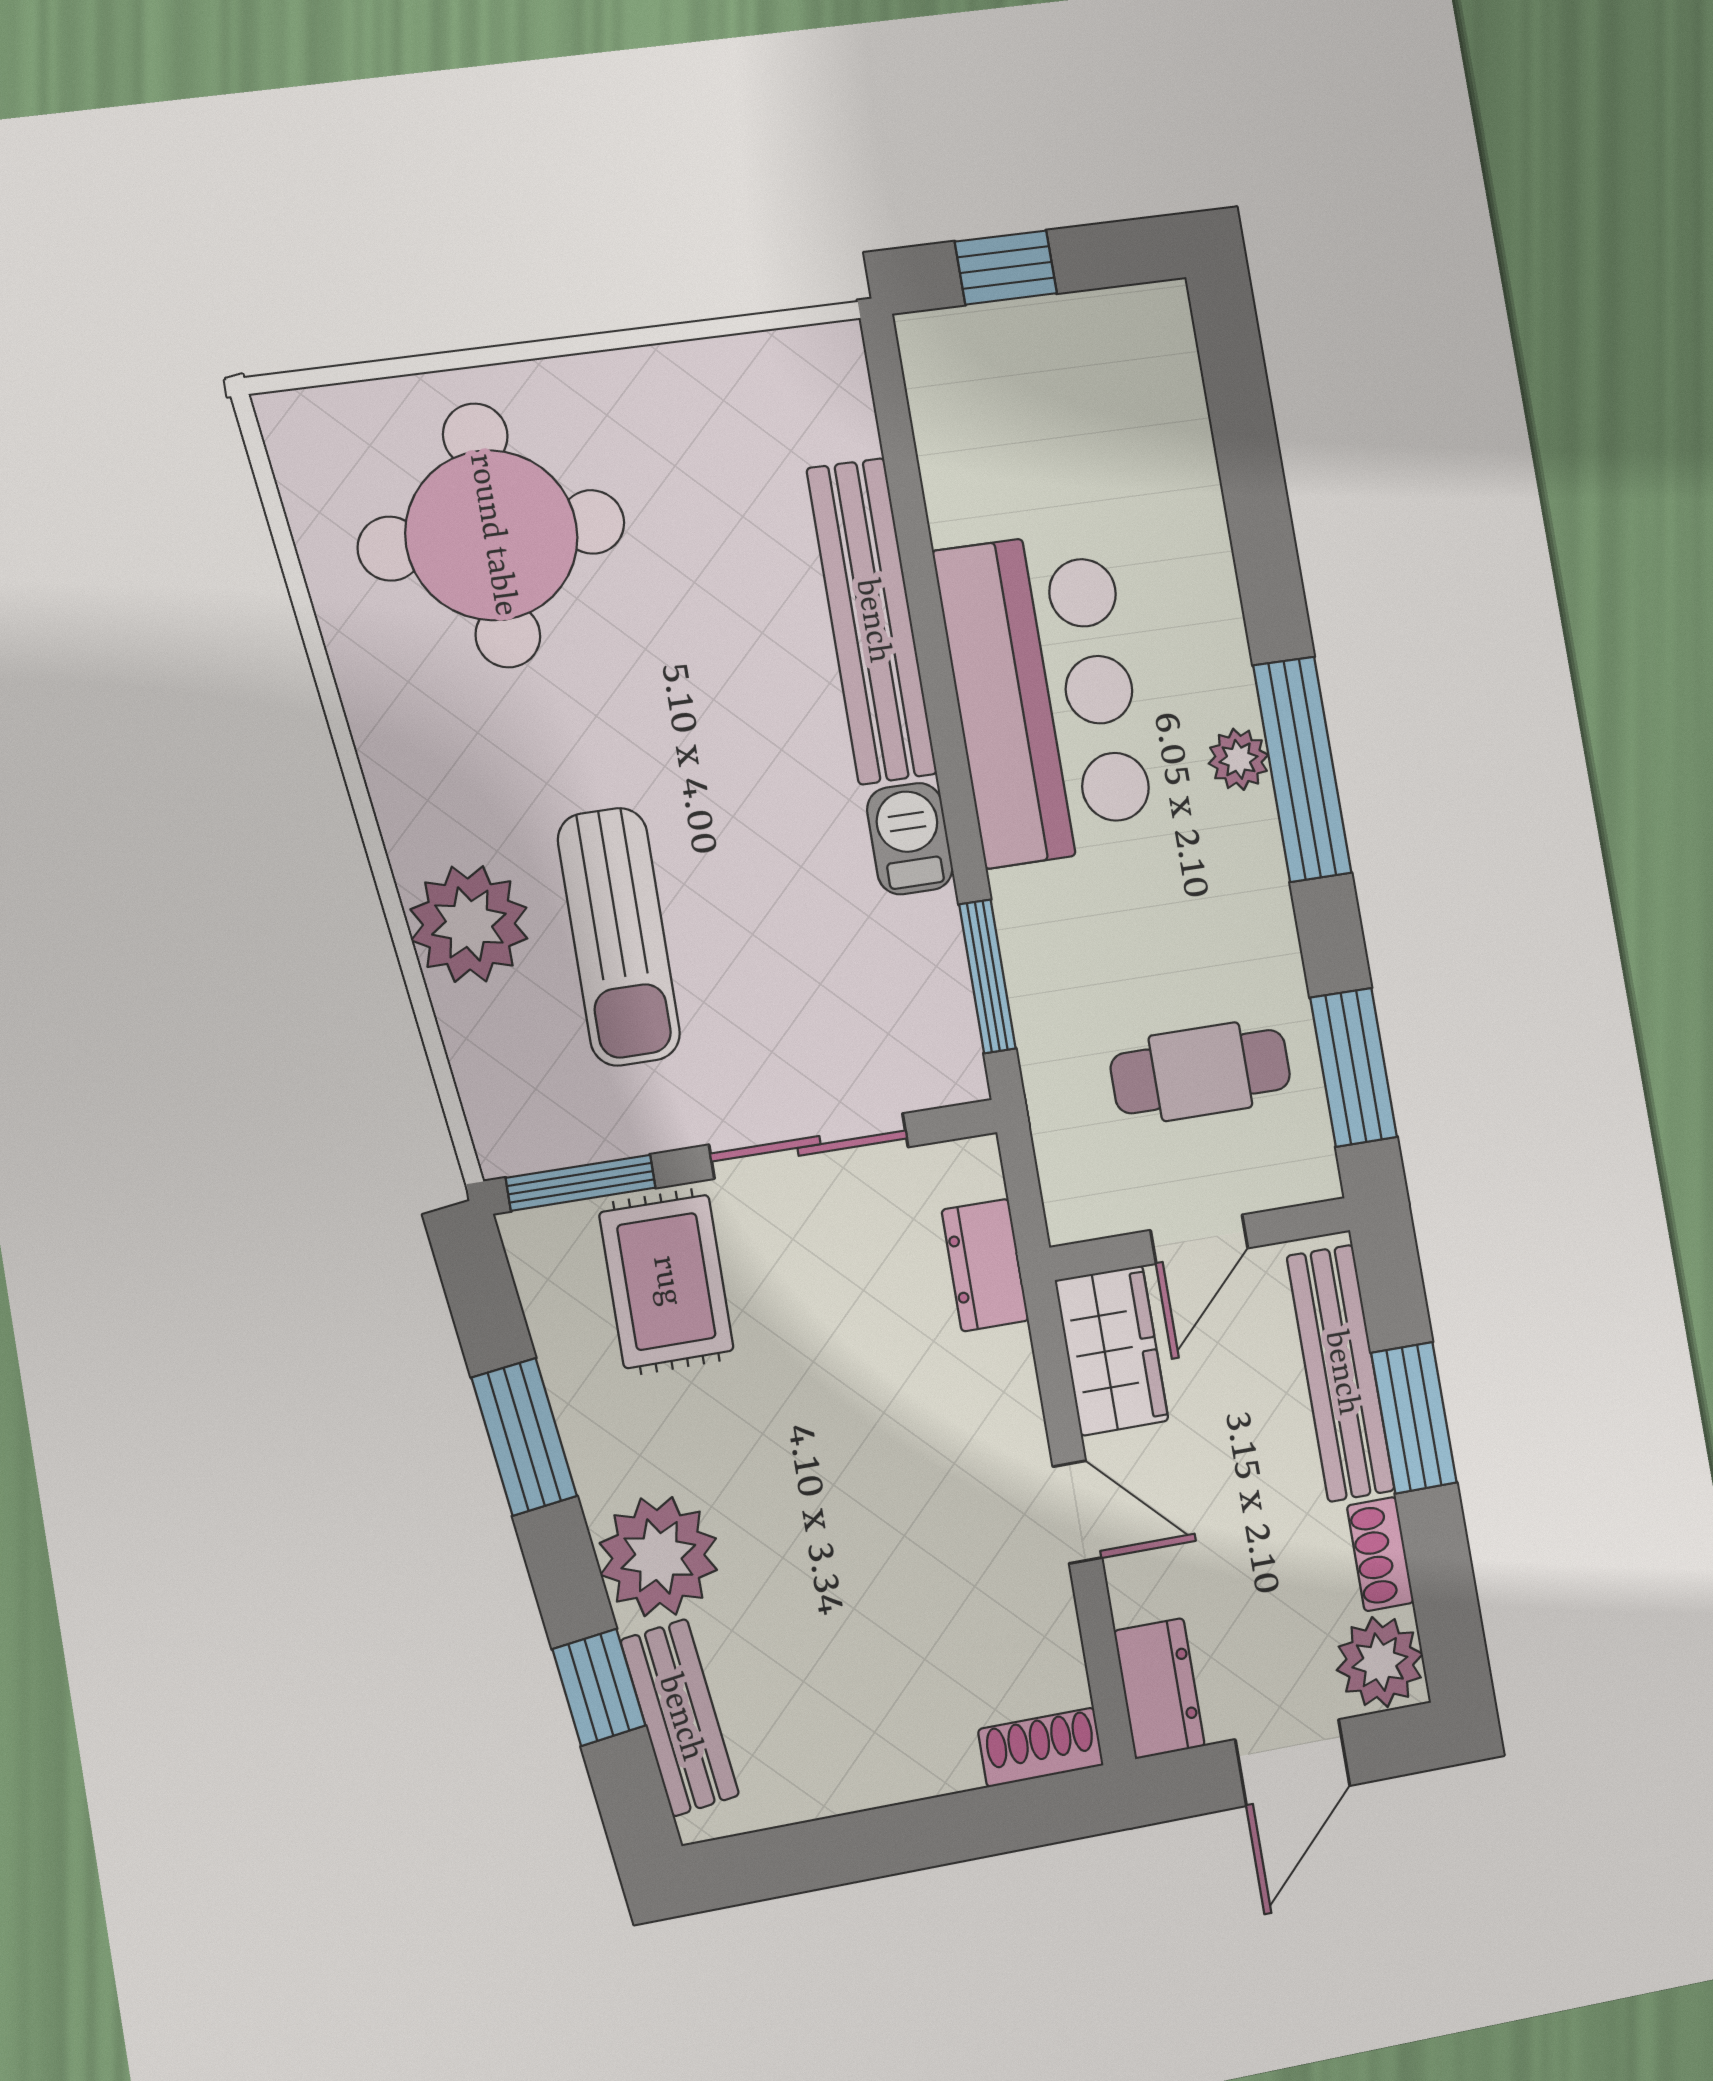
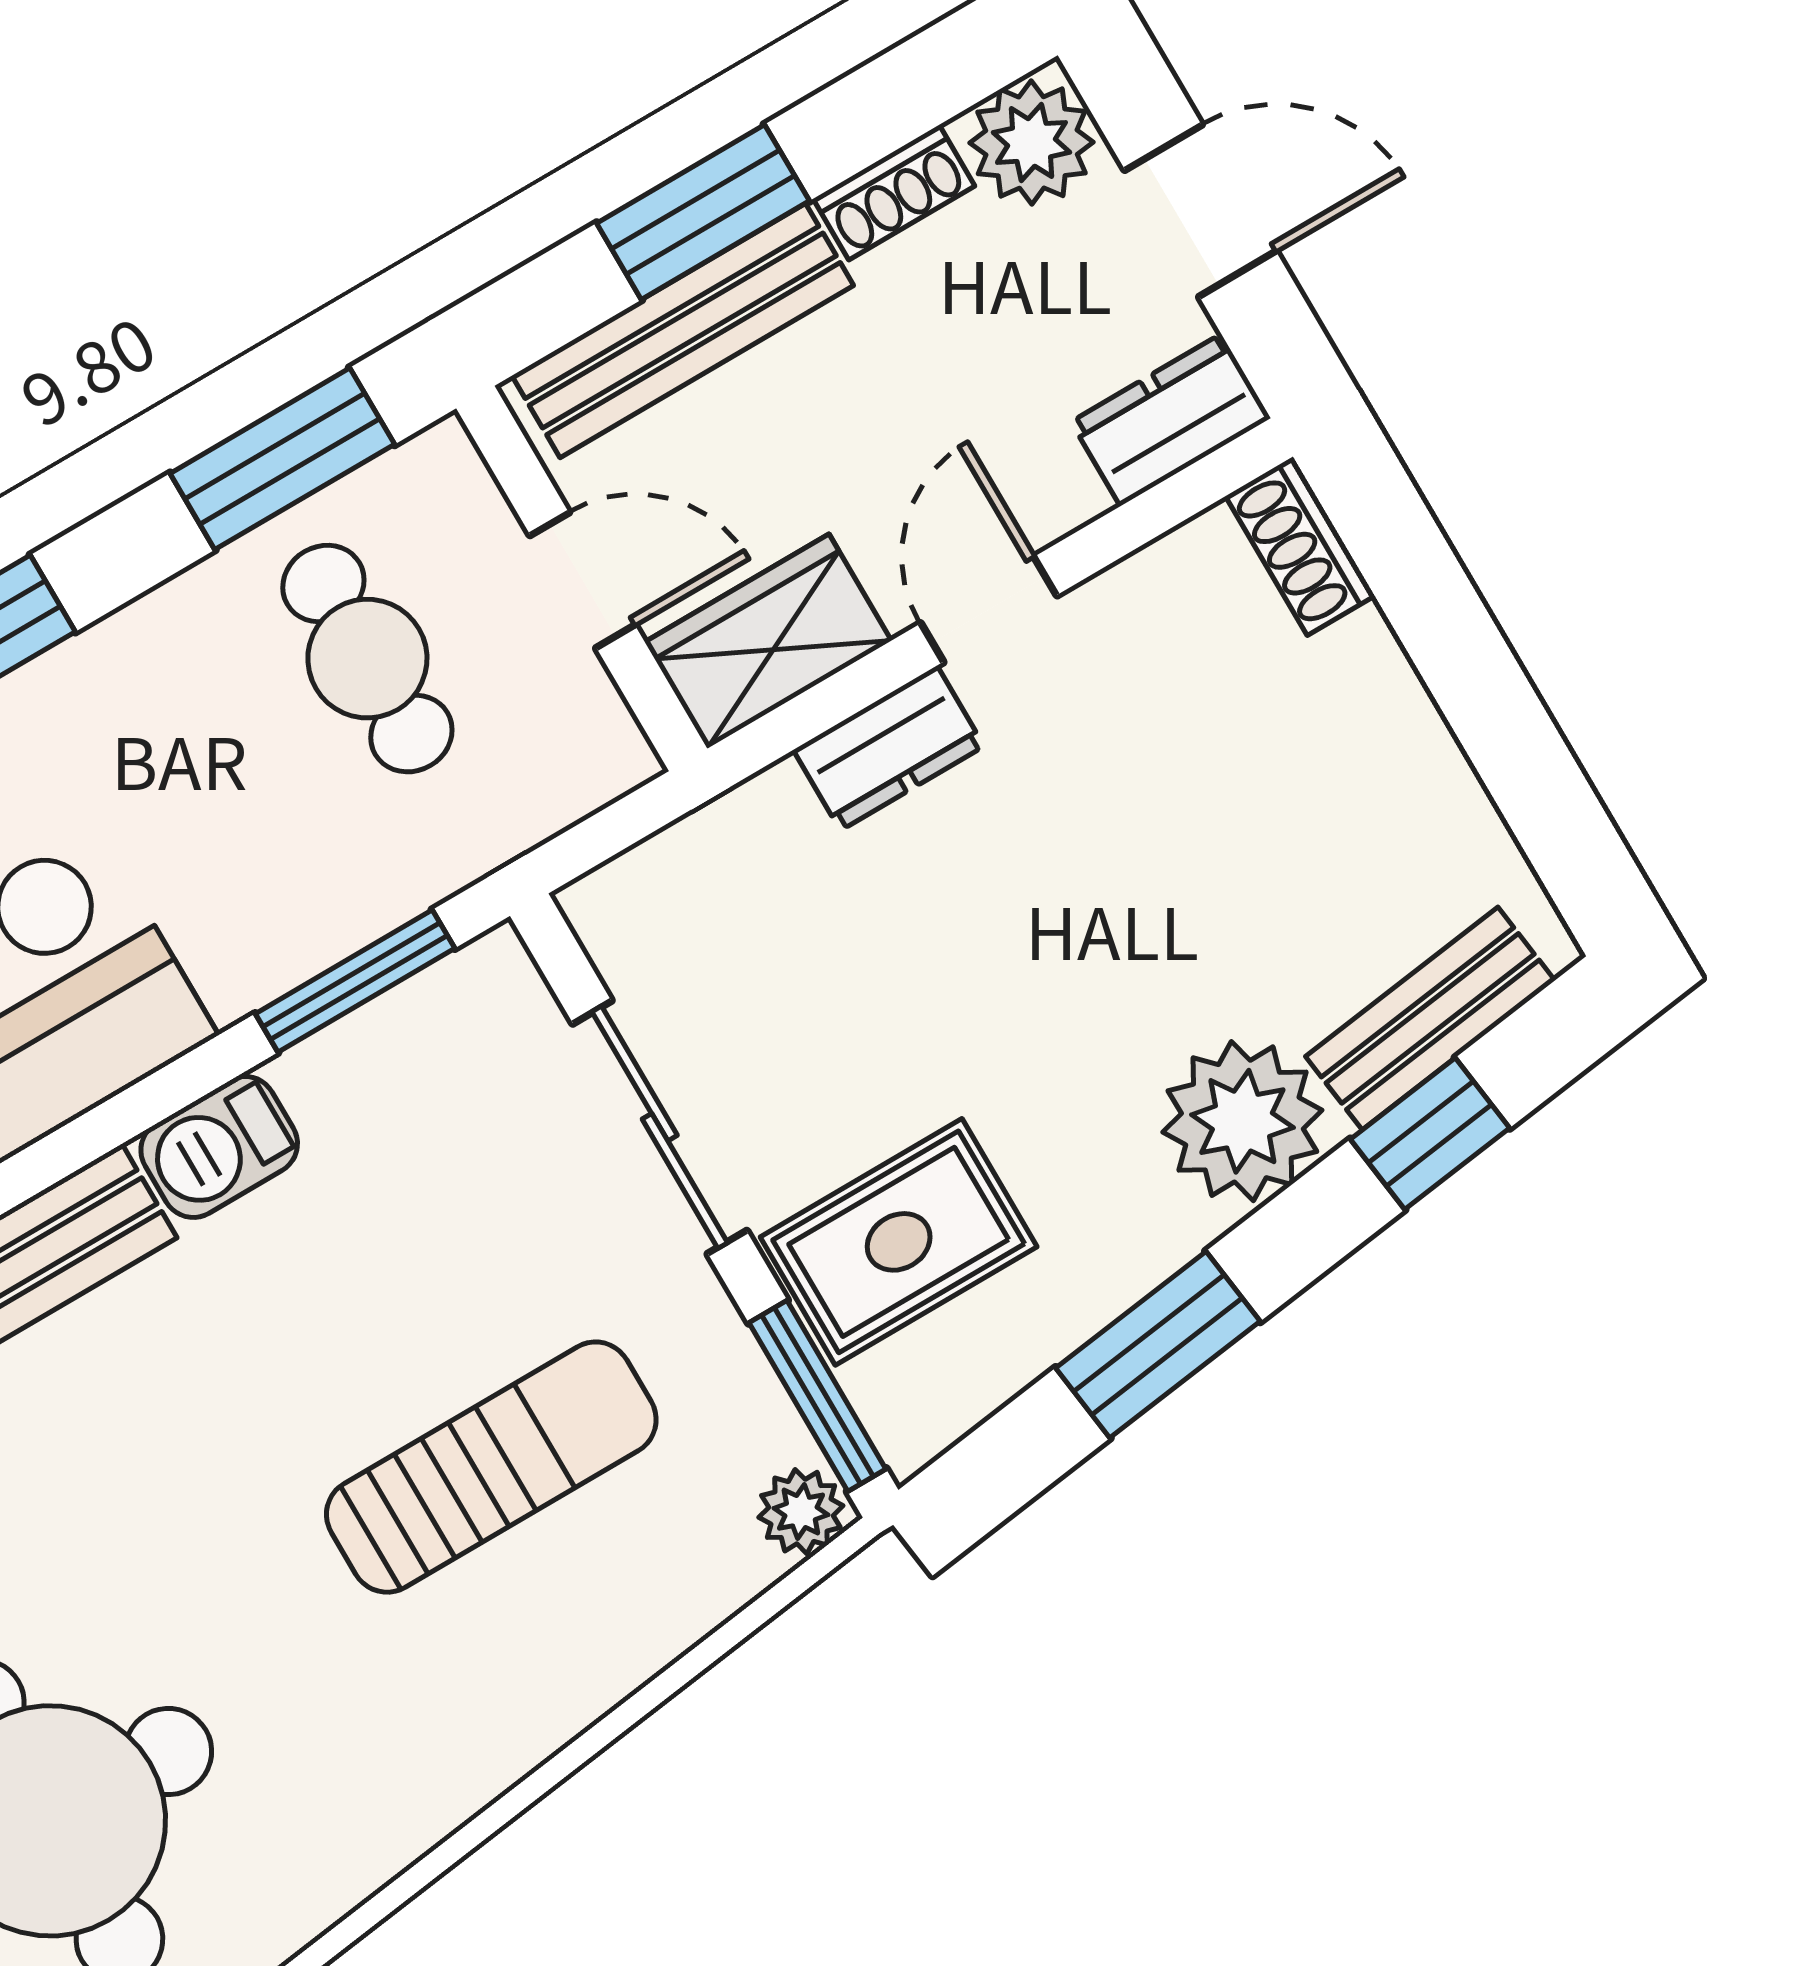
plant: (469, 924) -> (801, 1512), moved, width x0.53, depth x0.53
dresser: (985, 1265) -> (889, 748), moved

